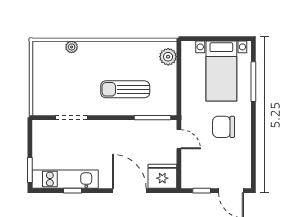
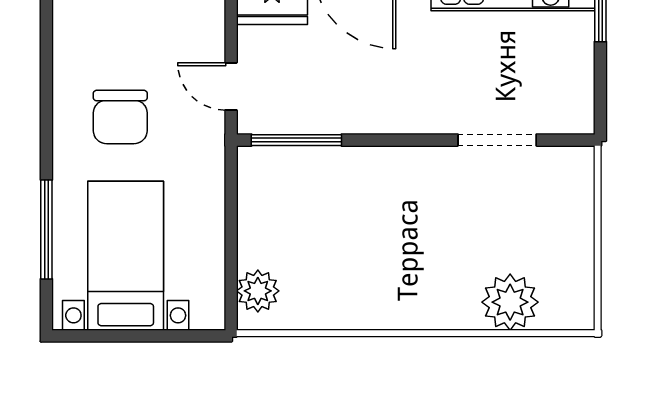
plant: (72, 47) -> (510, 302), width x1.87, depth x1.87
sun lounger: (125, 89) -> (364, 210), removed
chair: (224, 127) -> (120, 117), turned 90

